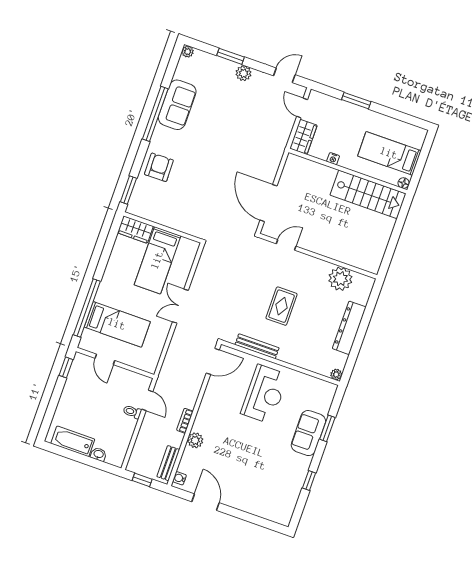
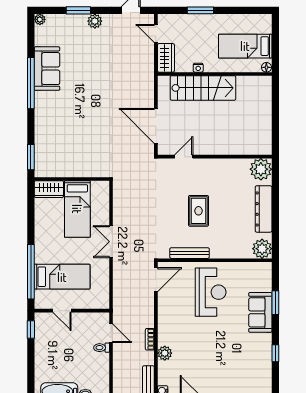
armchair: (159, 167) -> (50, 128), removed
stairs: (368, 194) -> (203, 88), moved
plant: (340, 279) -> (261, 169), moved
plant: (336, 375) -> (262, 249), width x1.88, depth x1.88

